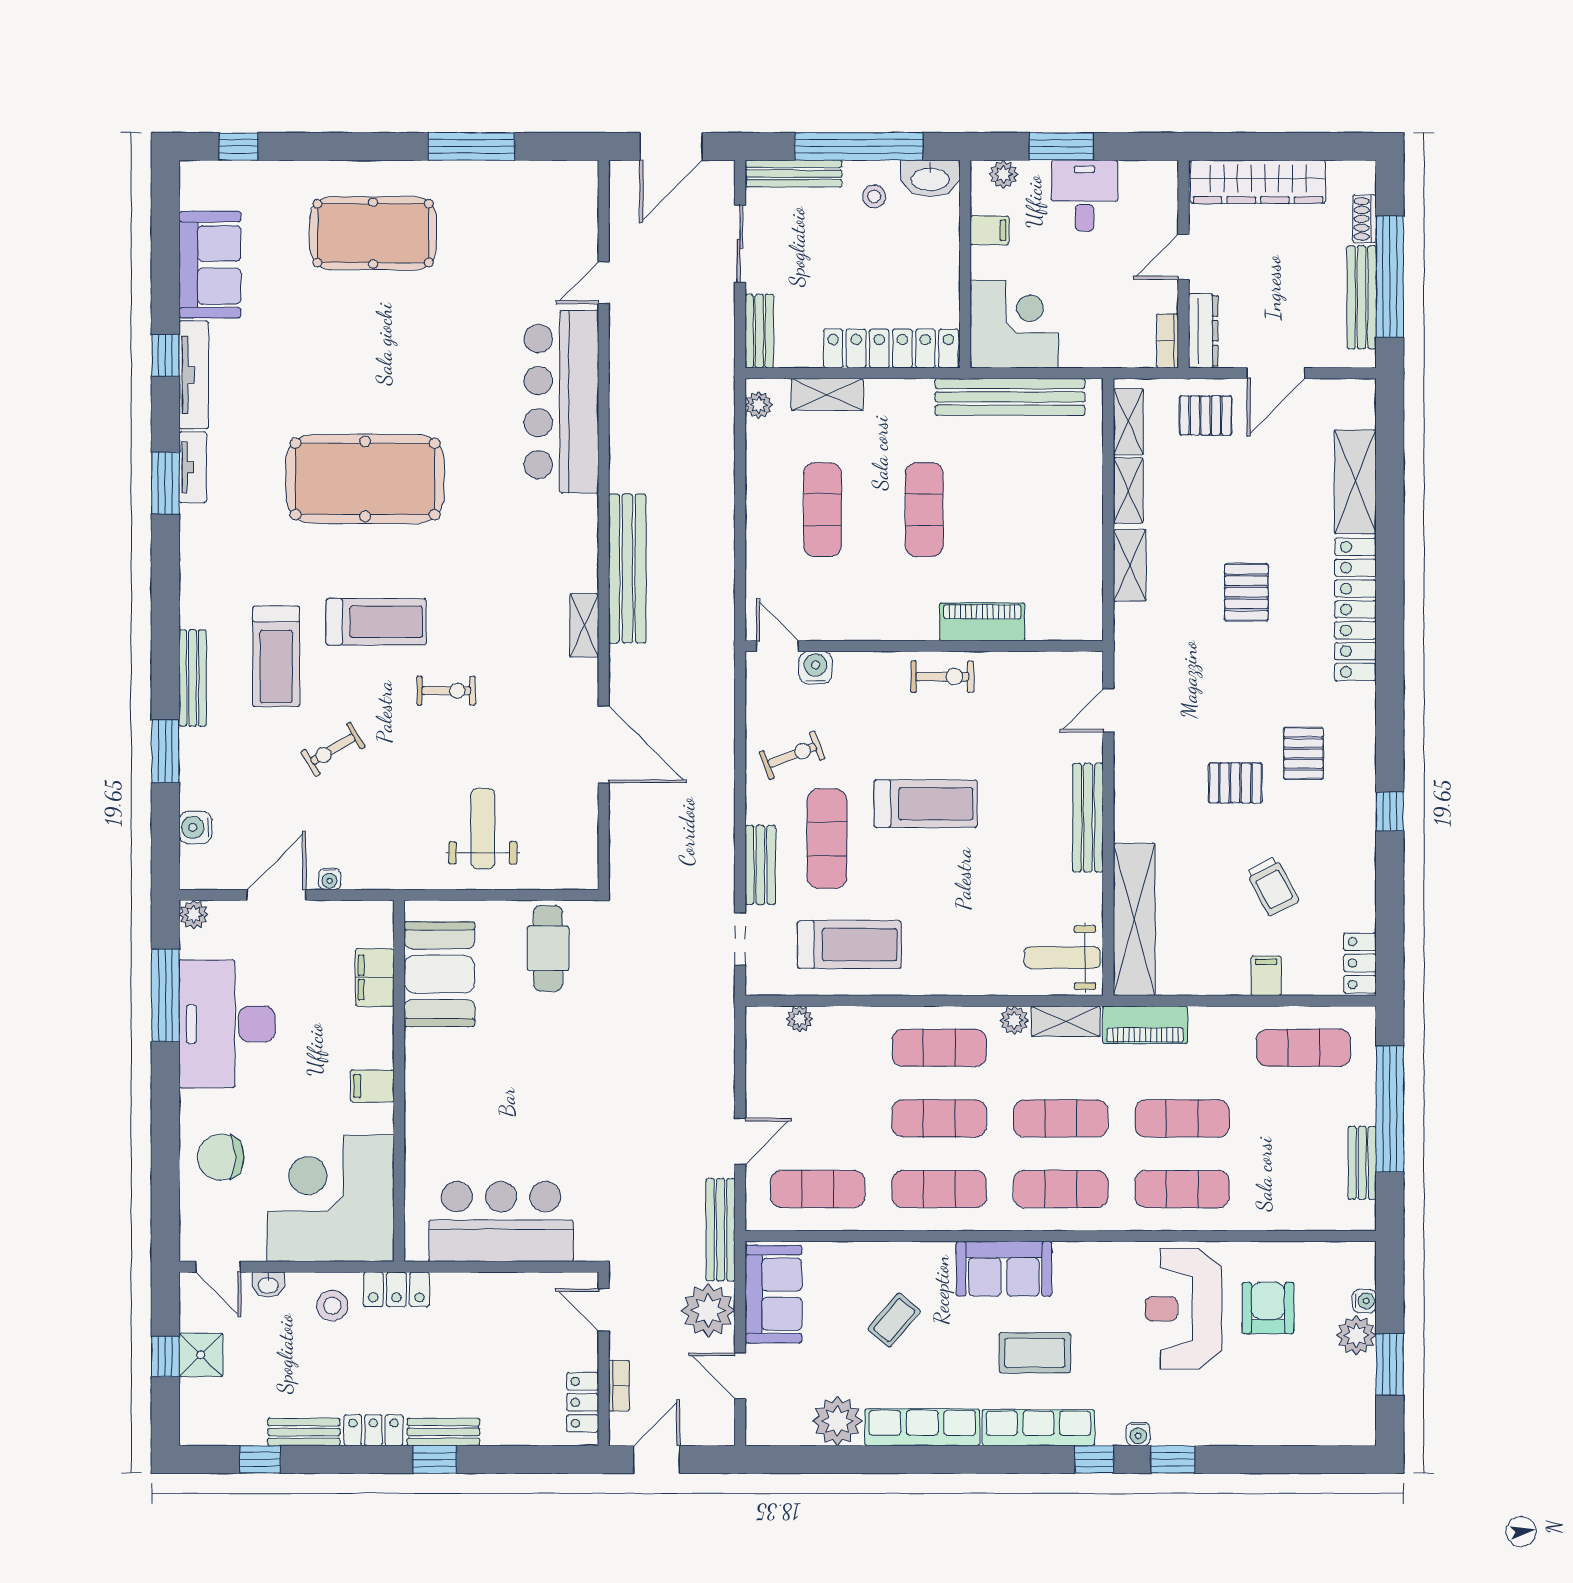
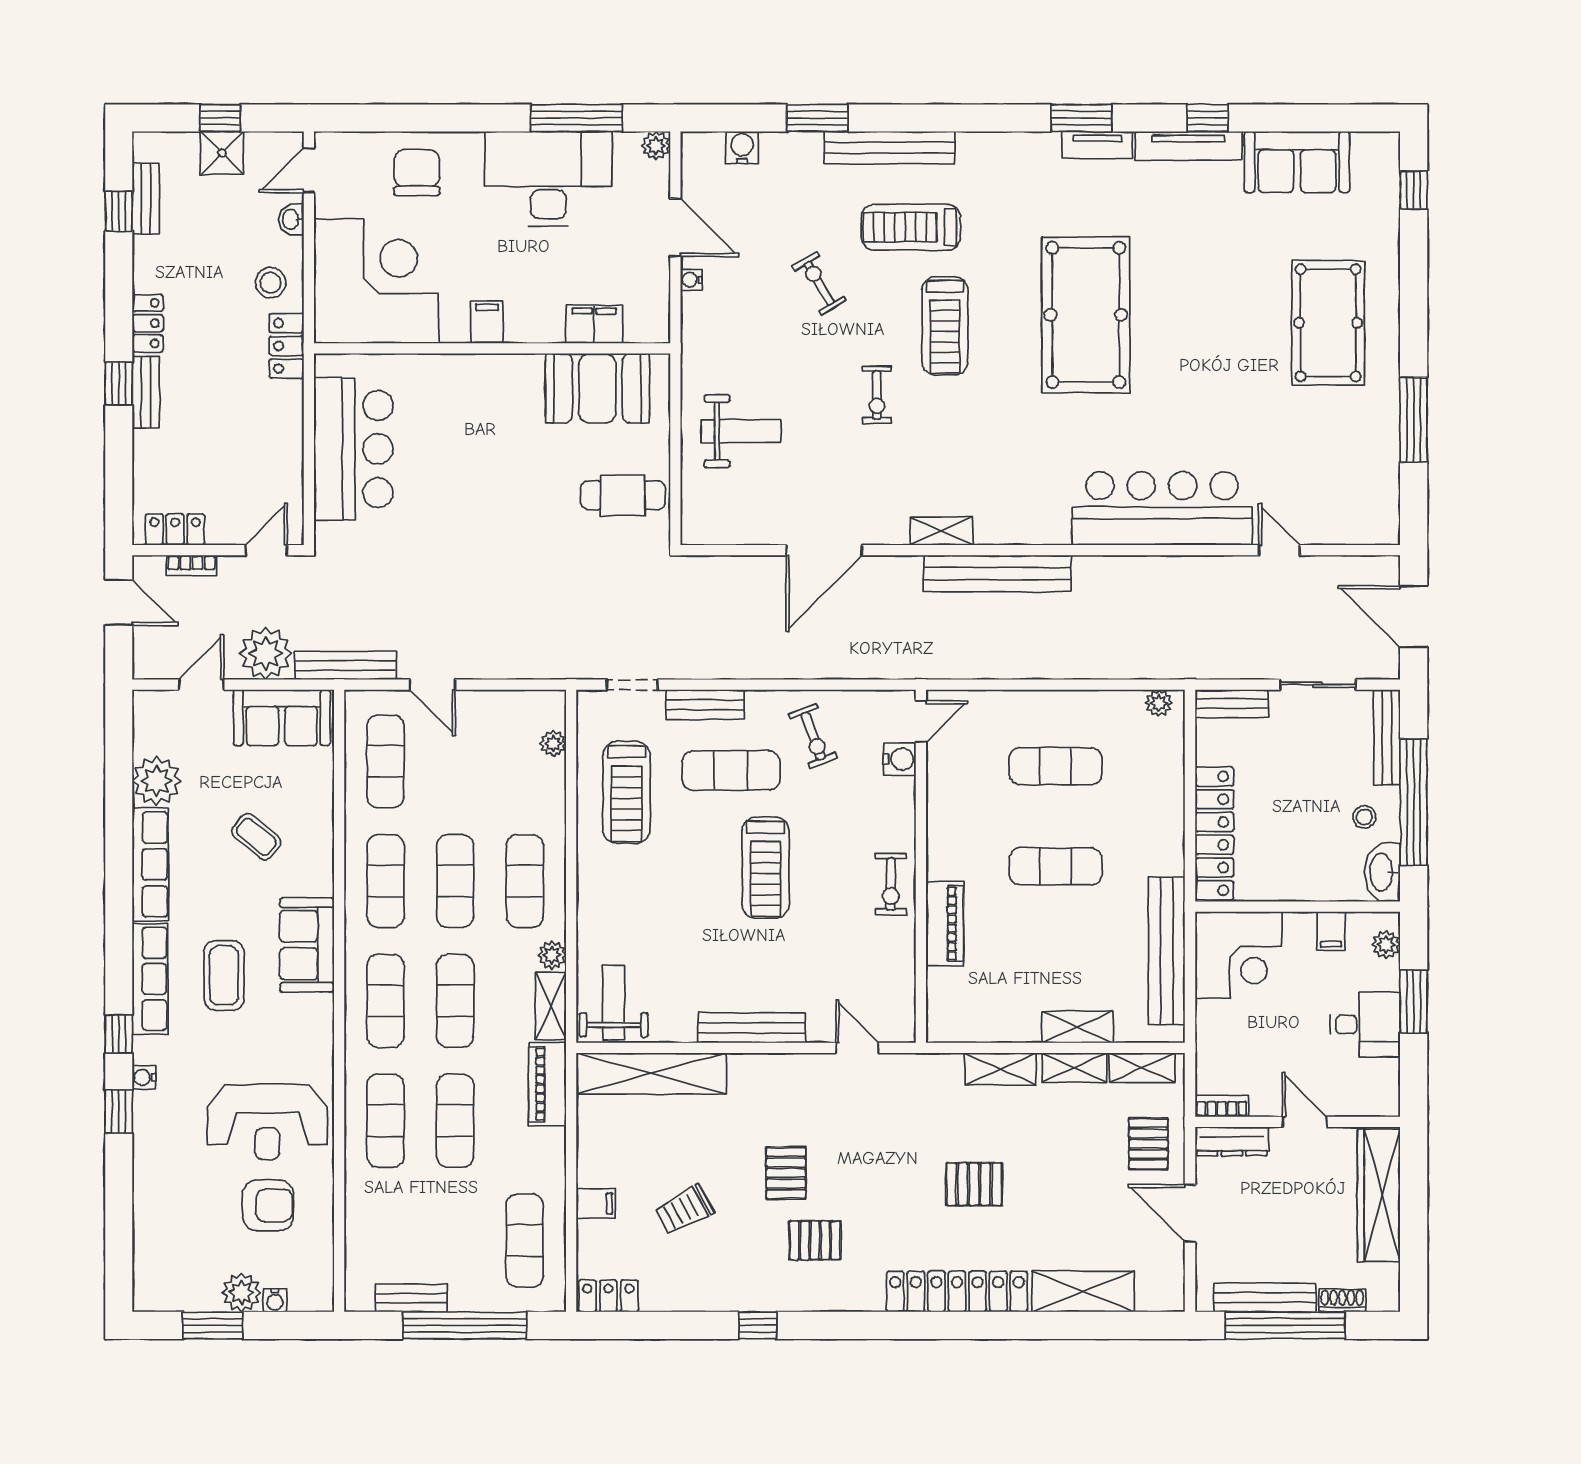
shelving: (827, 394) -> (1077, 1027), moved, turned 90
bench: (193, 678) -> (889, 148), width x1.37, depth x1.21
reception desk: (1183, 1309) -> (267, 1122), turned 180
bench: (304, 1432) -> (146, 198), moved

